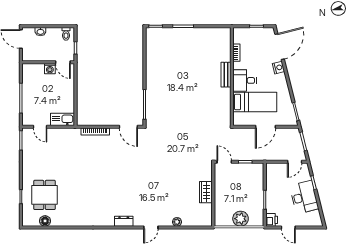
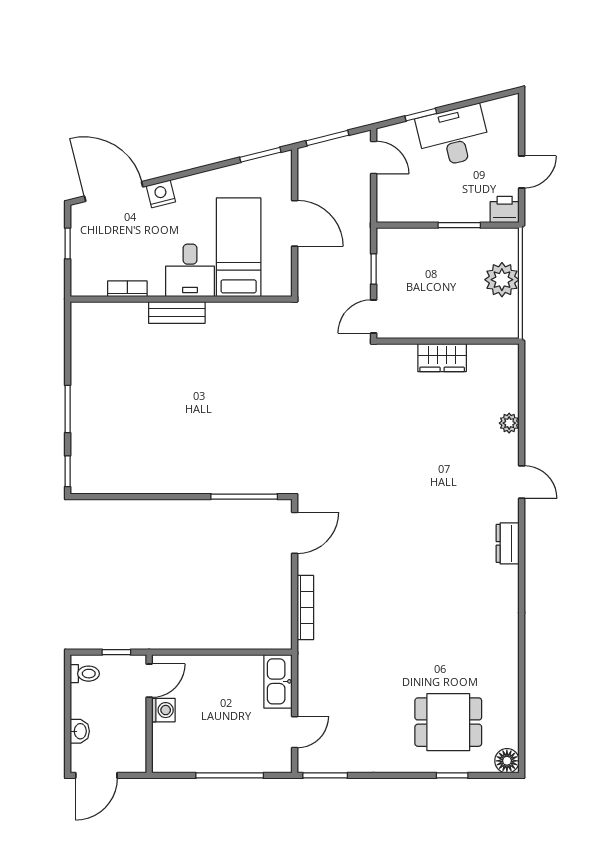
floor lamp: (45, 221) -> (507, 761), moved

